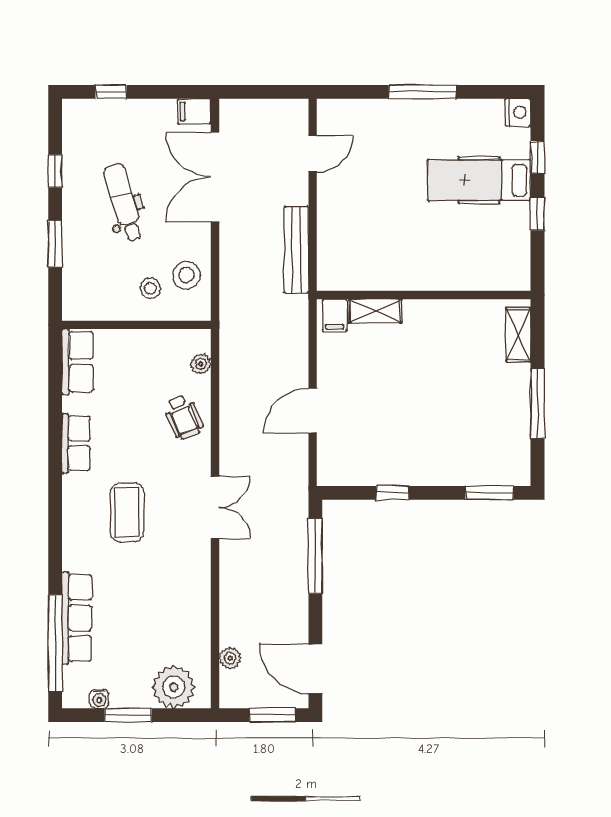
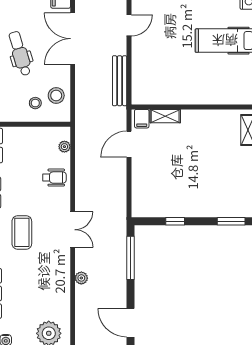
door: (313, 410) -> (129, 144), moved
wheelchair: (183, 417) -> (54, 178), turned -67
plant: (230, 658) -> (81, 278), moved

